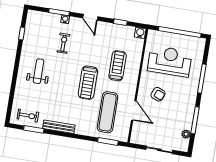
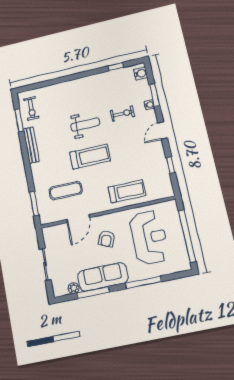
water cooler: (140, 33) -> (141, 73), moved
treadmill: (118, 66) -> (127, 191), moved
weight bench: (39, 71) -> (85, 125), moved
treadmill: (88, 83) -> (90, 157), turned 180
sofa: (186, 108) -> (103, 277), added
exercise mat: (108, 112) -> (66, 191), width x0.73, depth x0.69

